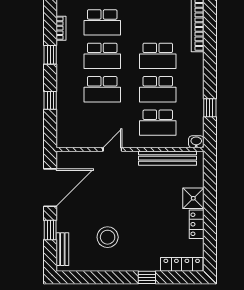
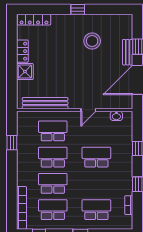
school desk: (102, 56) -> (53, 210), moved
washbasin: (196, 142) -> (116, 116), moved
bench: (62, 249) -> (128, 52), moved
window: (147, 277) -> (78, 9), moved

